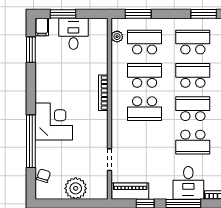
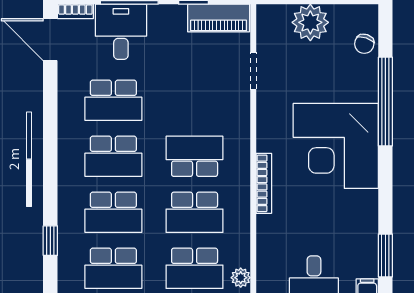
corner desk: (54, 122) -> (336, 146), width x1.36, depth x1.36
school desk: (193, 142) -> (113, 100), turned 180

